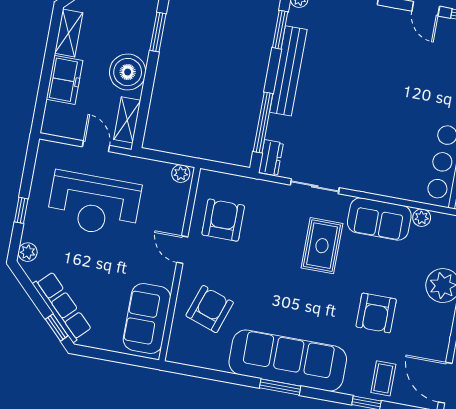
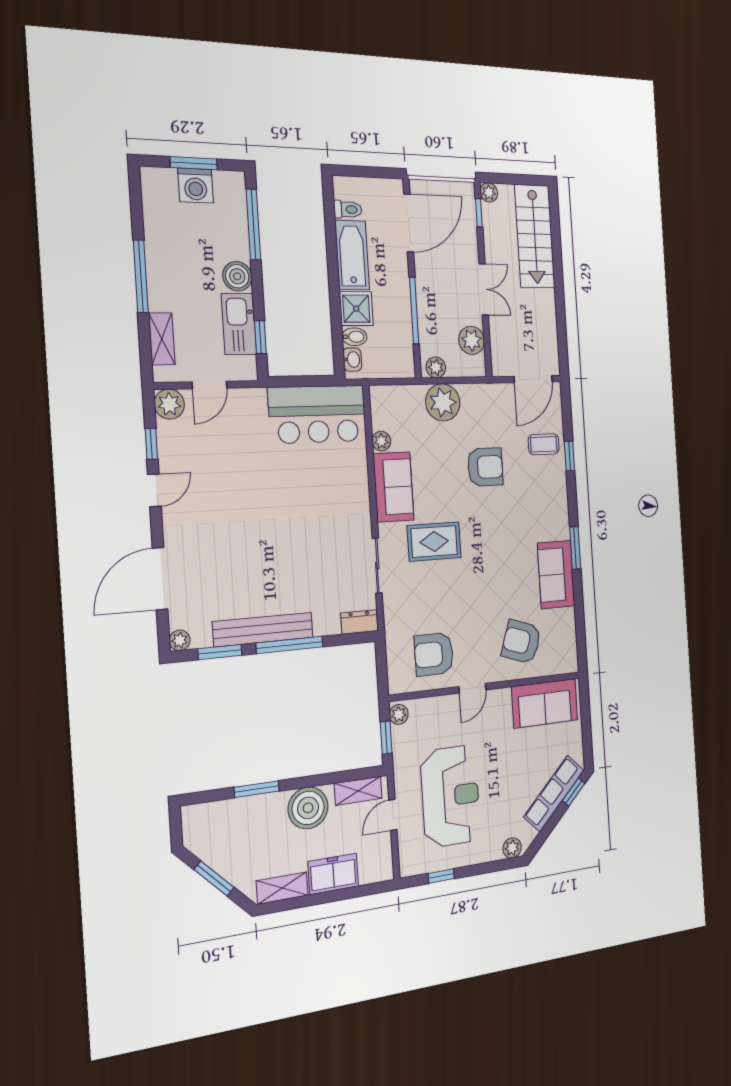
window: (263, 123) -> (290, 645), moved
window: (164, 157) -> (386, 738), added
window: (21, 210) -> (441, 876), moved
sofa: (288, 361) -> (556, 575), width x0.54, depth x0.79

